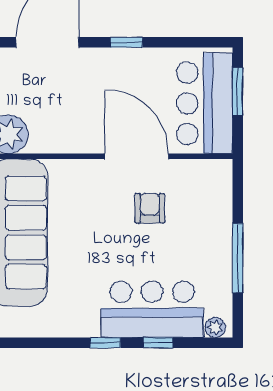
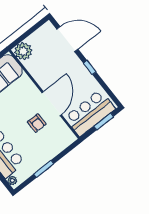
armchair: (150, 208) -> (37, 123), turned 90
window: (238, 258) -> (44, 169), width x0.69

